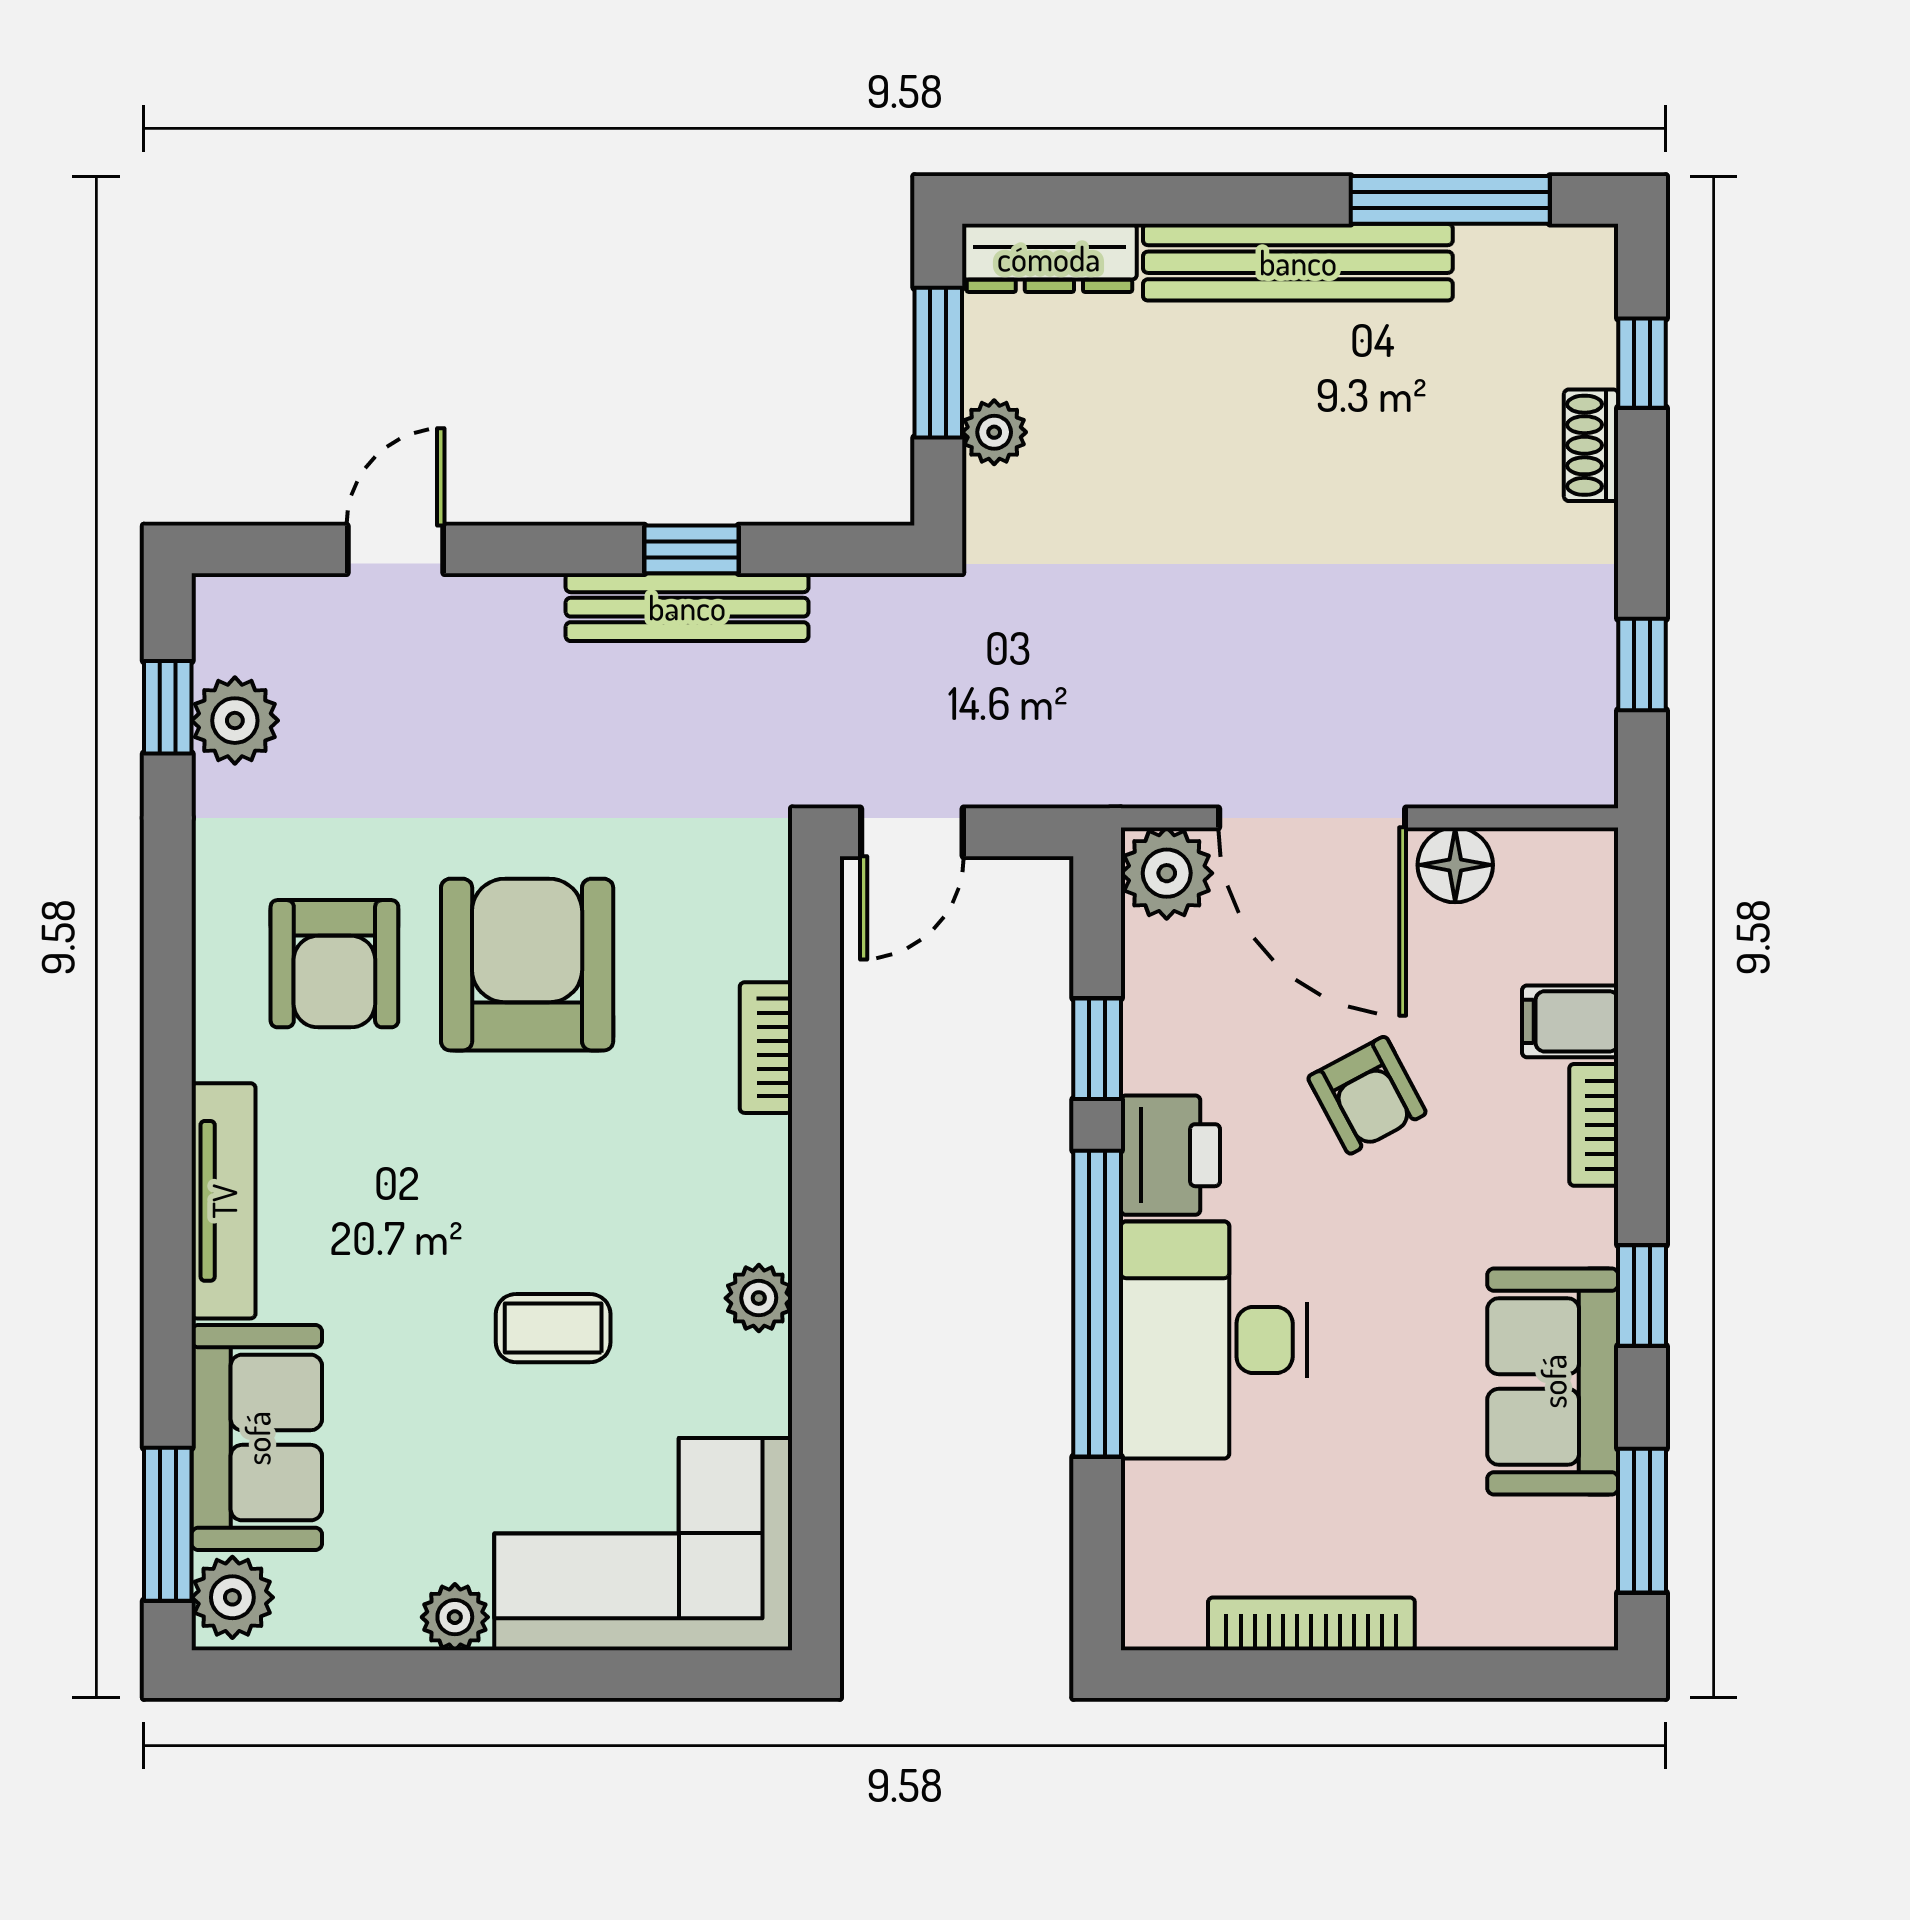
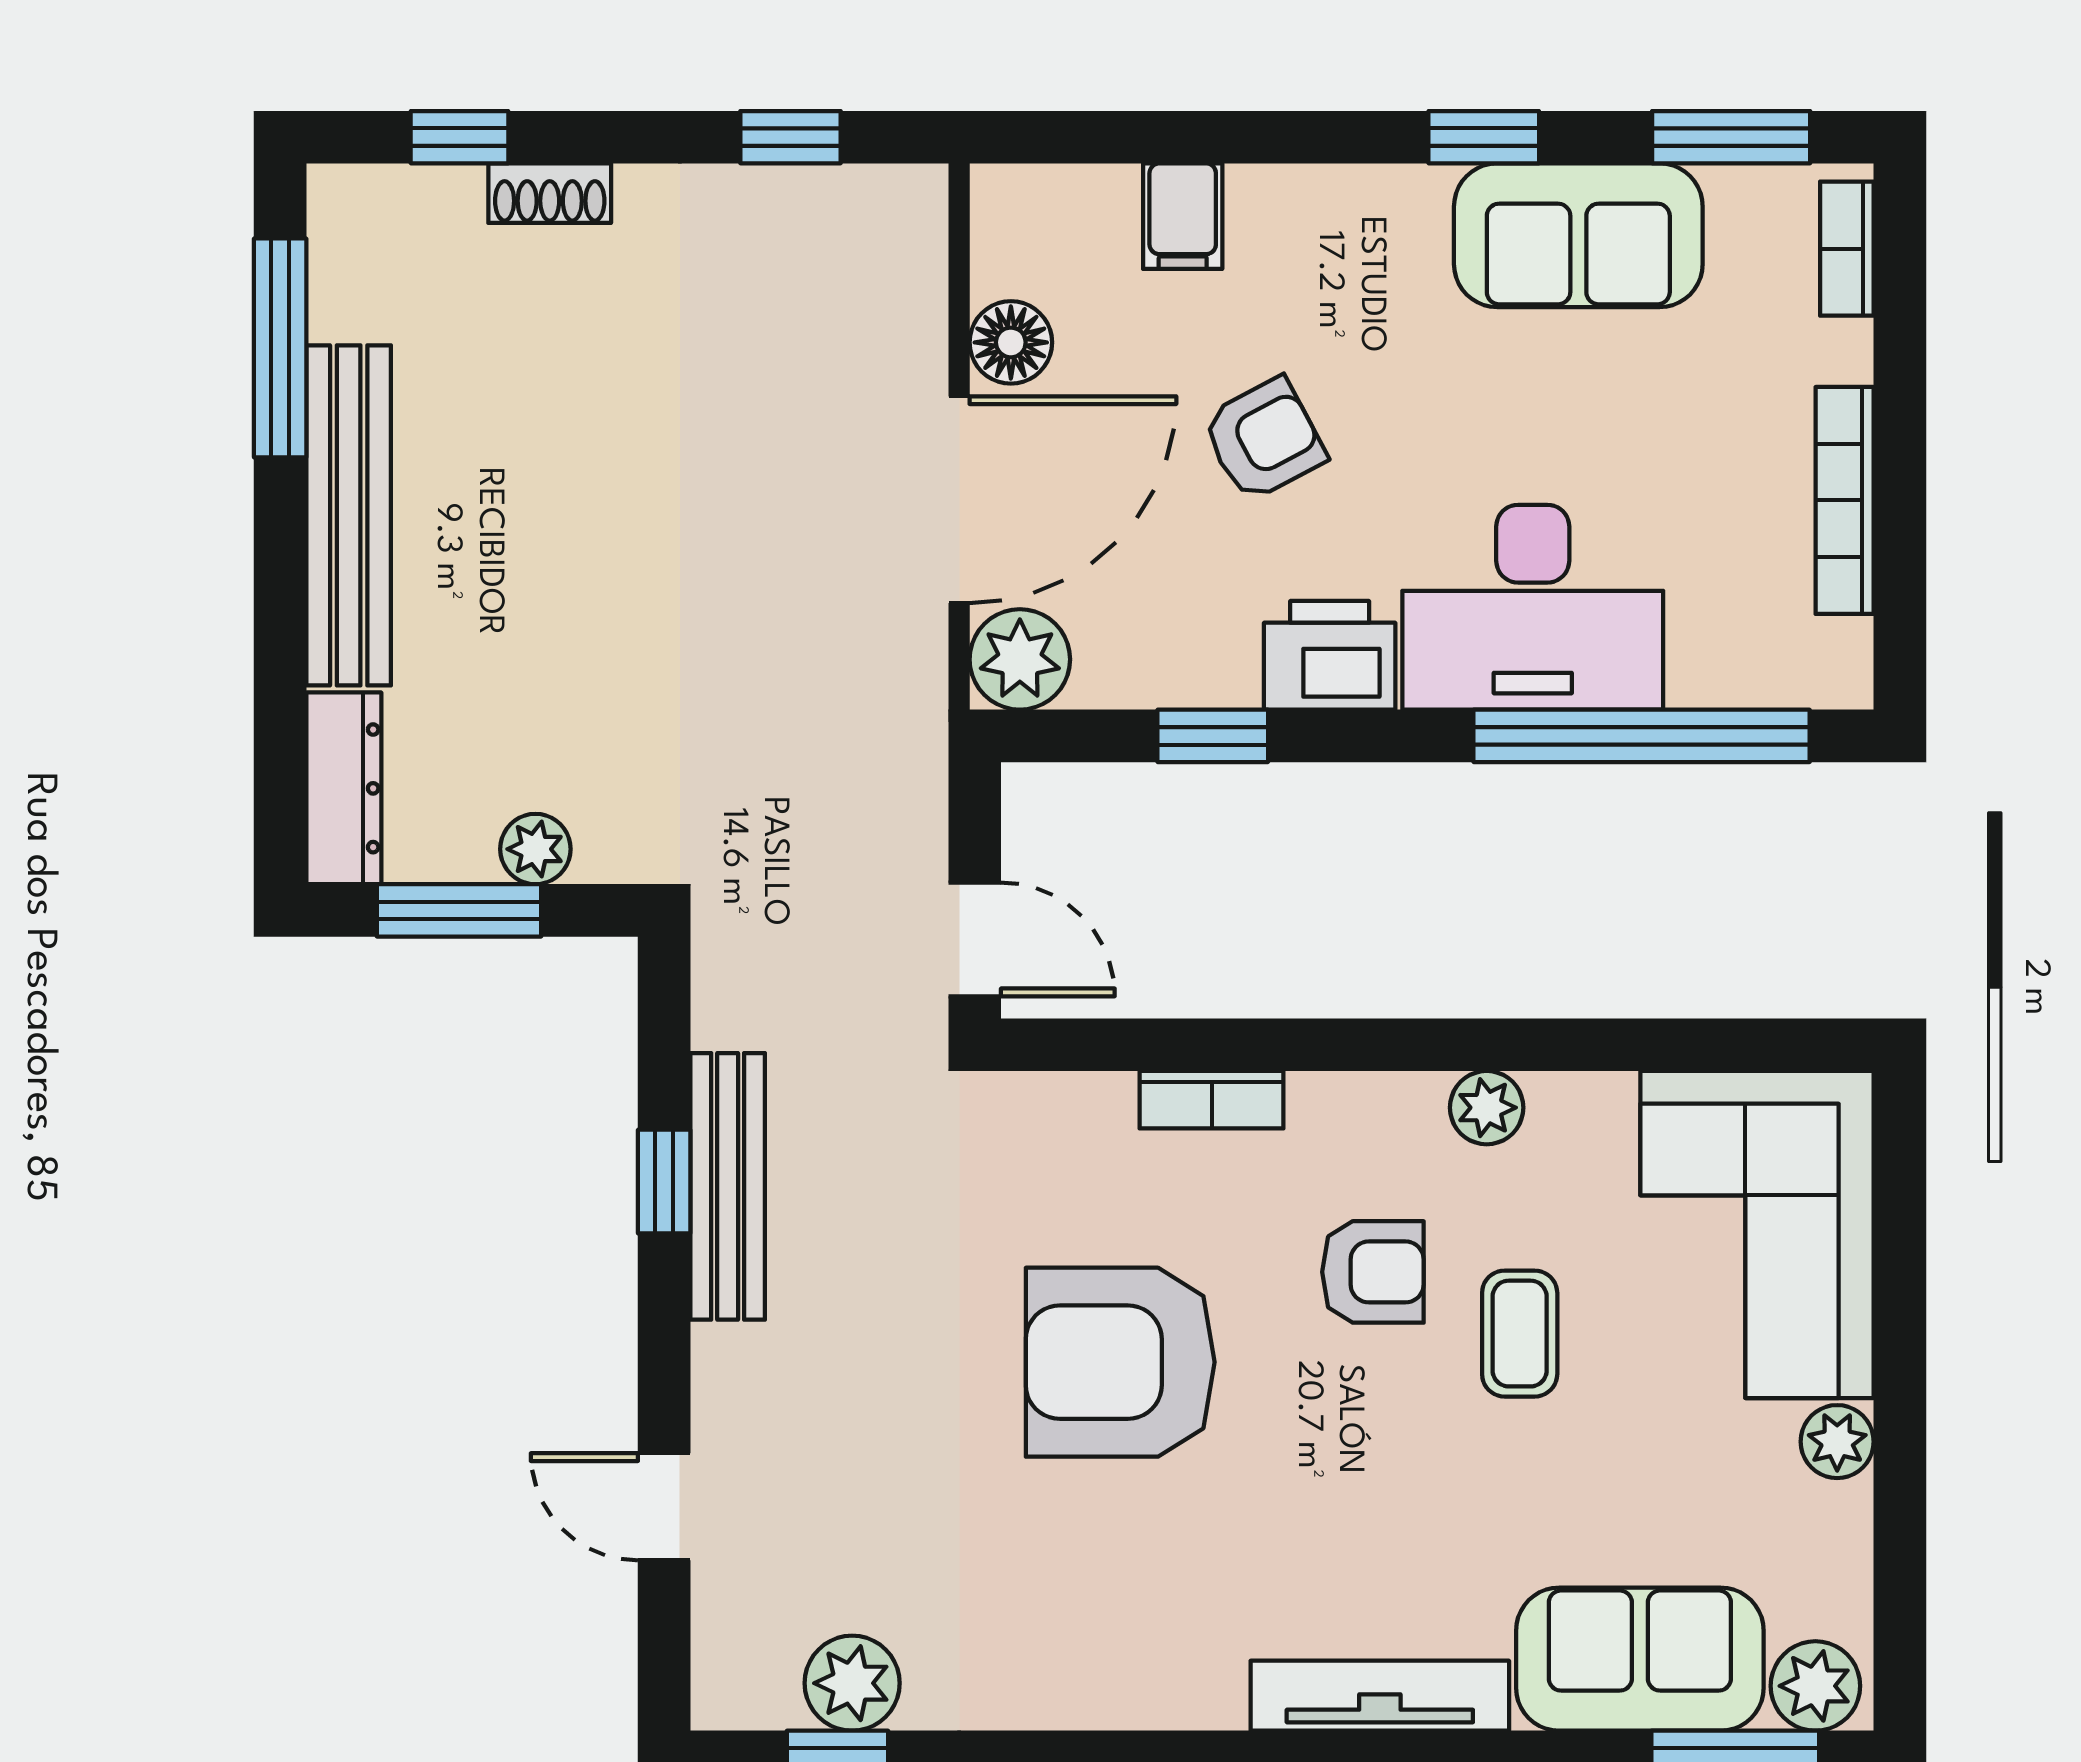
armchair: (334, 964) -> (1373, 1272), moved, width x0.72, depth x0.72
bookcase: (1594, 1125) -> (1847, 249), moved, turned 90
window: (1097, 1304) -> (1642, 736), moved

